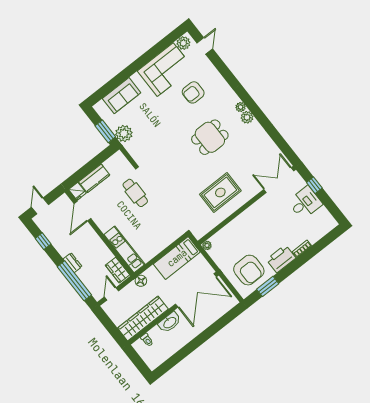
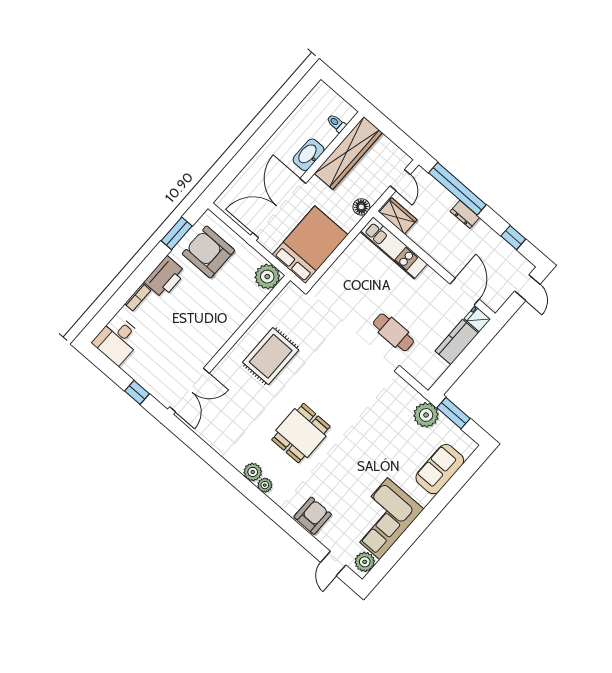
armchair: (193, 92) -> (313, 516), moved
desk: (305, 203) -> (118, 340), moved
plant: (207, 245) -> (267, 277), width x1.87, depth x1.87
bed: (177, 258) -> (310, 245), width x1.50

